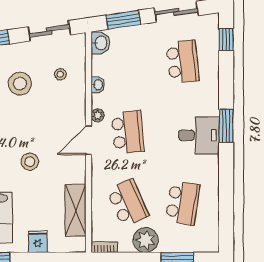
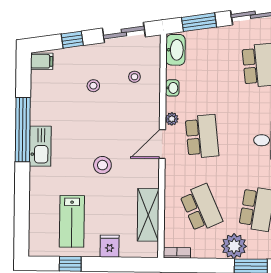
washbasin: (100, 43) -> (175, 50), width x1.38
stool: (20, 84) -> (93, 86), width x0.53, depth x0.53
plant: (146, 240) -> (234, 246), moved

